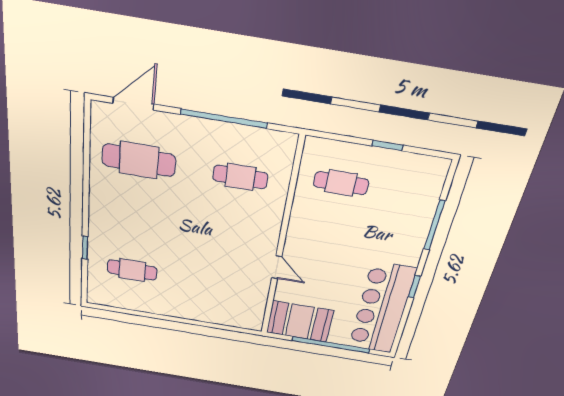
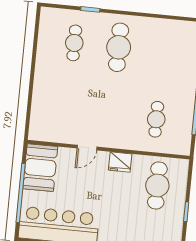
cafe table: (139, 160) -> (119, 47), moved
cafe table: (341, 183) -> (157, 186), width x1.37, depth x1.35
fridge: (301, 229) -> (120, 162), added

